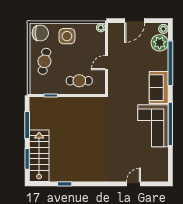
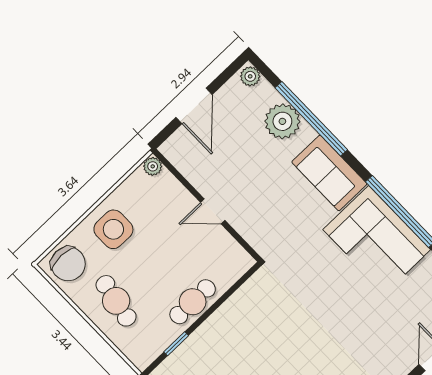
chair: (40, 33) -> (68, 264), turned 90
plant: (160, 43) -> (282, 121), moved
door: (107, 62) -> (213, 211), hinge flipped
cafe table: (79, 81) -> (193, 302), moved

